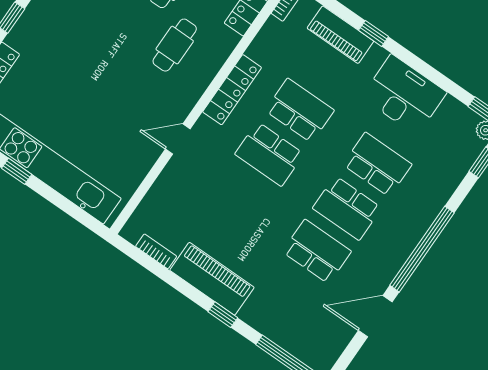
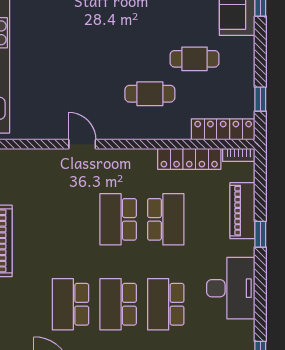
locker: (232, 90) -> (189, 159), moved
school desk: (377, 164) -> (166, 304), turned 180
school desk: (317, 252) -> (70, 304), turned 180

